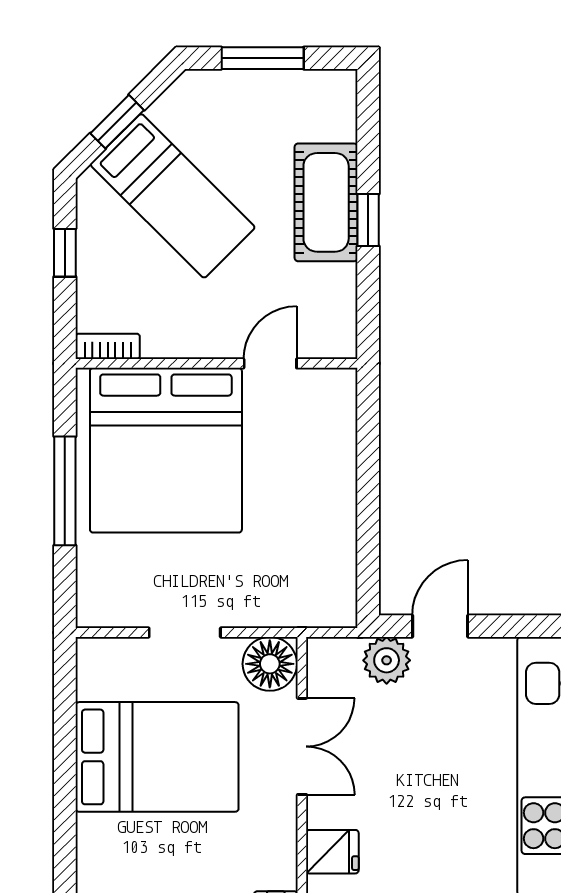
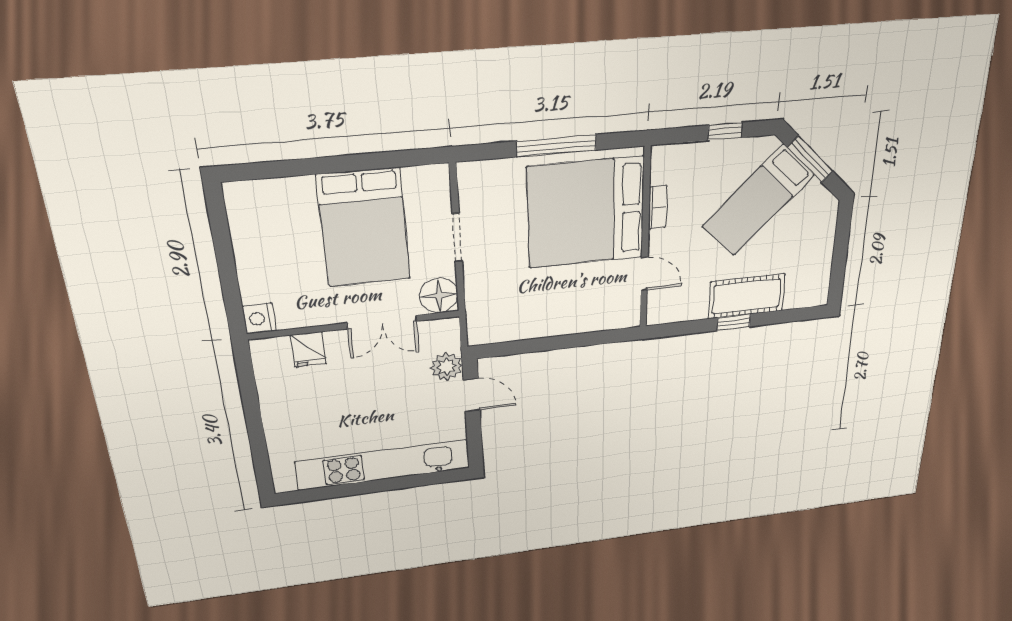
window: (263, 58) -> (841, 248), removed
window: (117, 122) -> (810, 159), width x1.50
bookcase: (108, 346) -> (658, 207), moved

